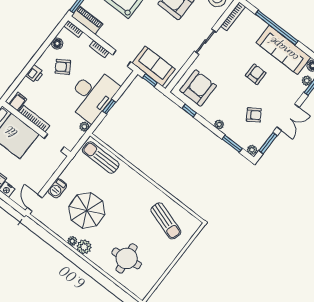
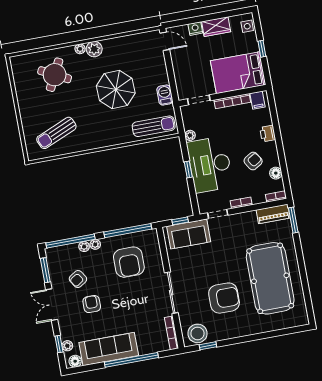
sliding door: (205, 42) -> (171, 293), width x1.37
armchair: (256, 74) -> (92, 304), moved, turned 180
armchair: (198, 88) -> (129, 262), moved
window: (189, 111) -> (128, 231), width x3.17
window: (232, 144) -> (70, 241), width x2.11
plant: (252, 150) -> (84, 247), moved
barbecue: (57, 188) -> (165, 95), moved
parasol: (87, 210) -> (116, 90), moved
sun lounger: (166, 221) -> (56, 133), turned -41
plant: (72, 241) -> (80, 49), moved
round table: (127, 258) -> (55, 75), turned 34

